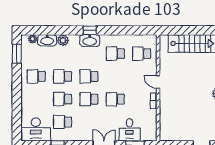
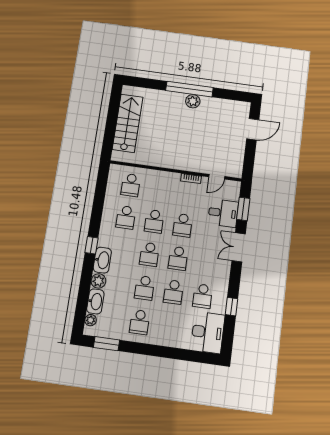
washbasin: (90, 41) -> (102, 260), moved
school desk: (115, 76) -> (154, 221), added
door: (158, 82) -> (217, 177), moved

